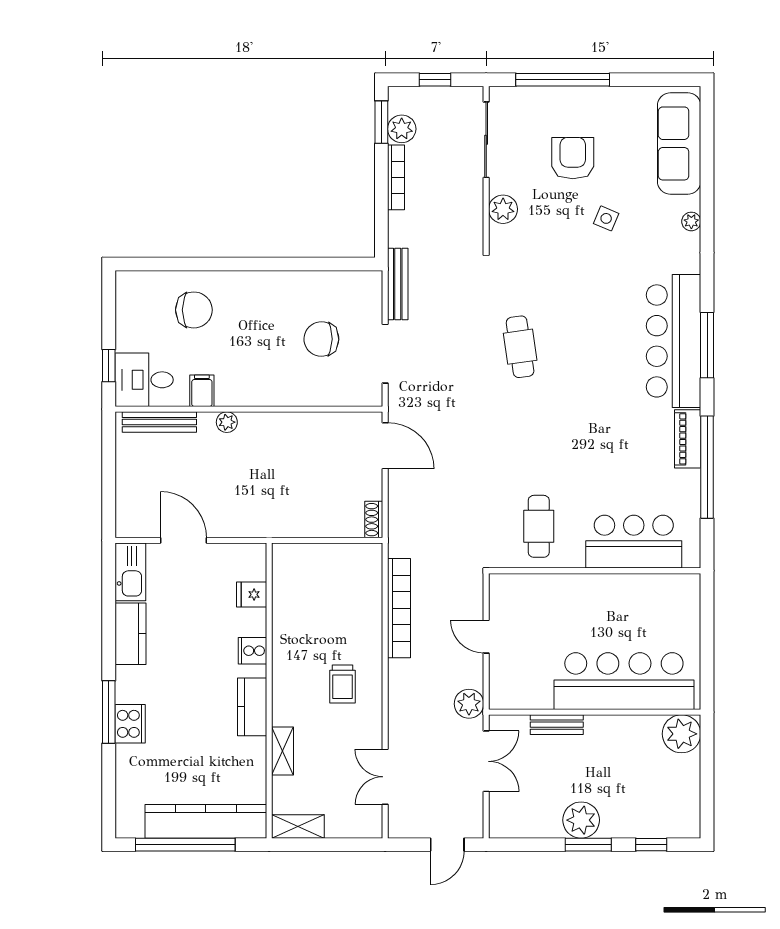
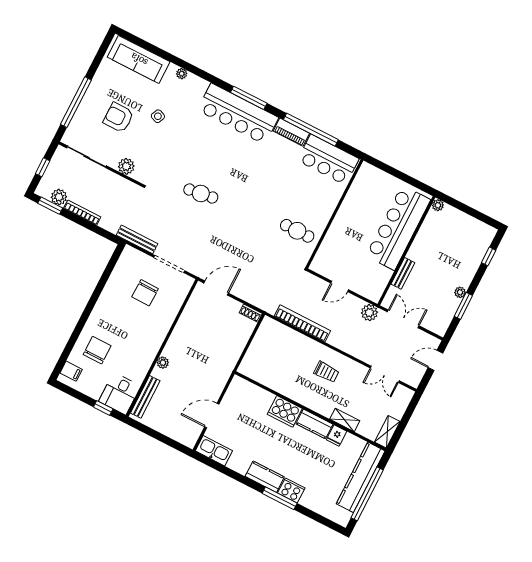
filing cabinet: (202, 391) -> (71, 371), moved, turned 180
bar counter: (634, 542) -> (328, 160), moved, turned -90
fridge: (252, 594) -> (337, 436), moved
kitchen counter: (131, 634) -> (265, 477), moved
cooker: (252, 651) -> (285, 411), width x1.87, depth x1.31
plant: (682, 734) -> (438, 205), width x0.53, depth x0.53
plant: (581, 820) -> (460, 292), width x0.53, depth x0.53
door: (447, 845) -> (435, 360), swing flipped
window: (588, 845) -> (463, 306), moved

